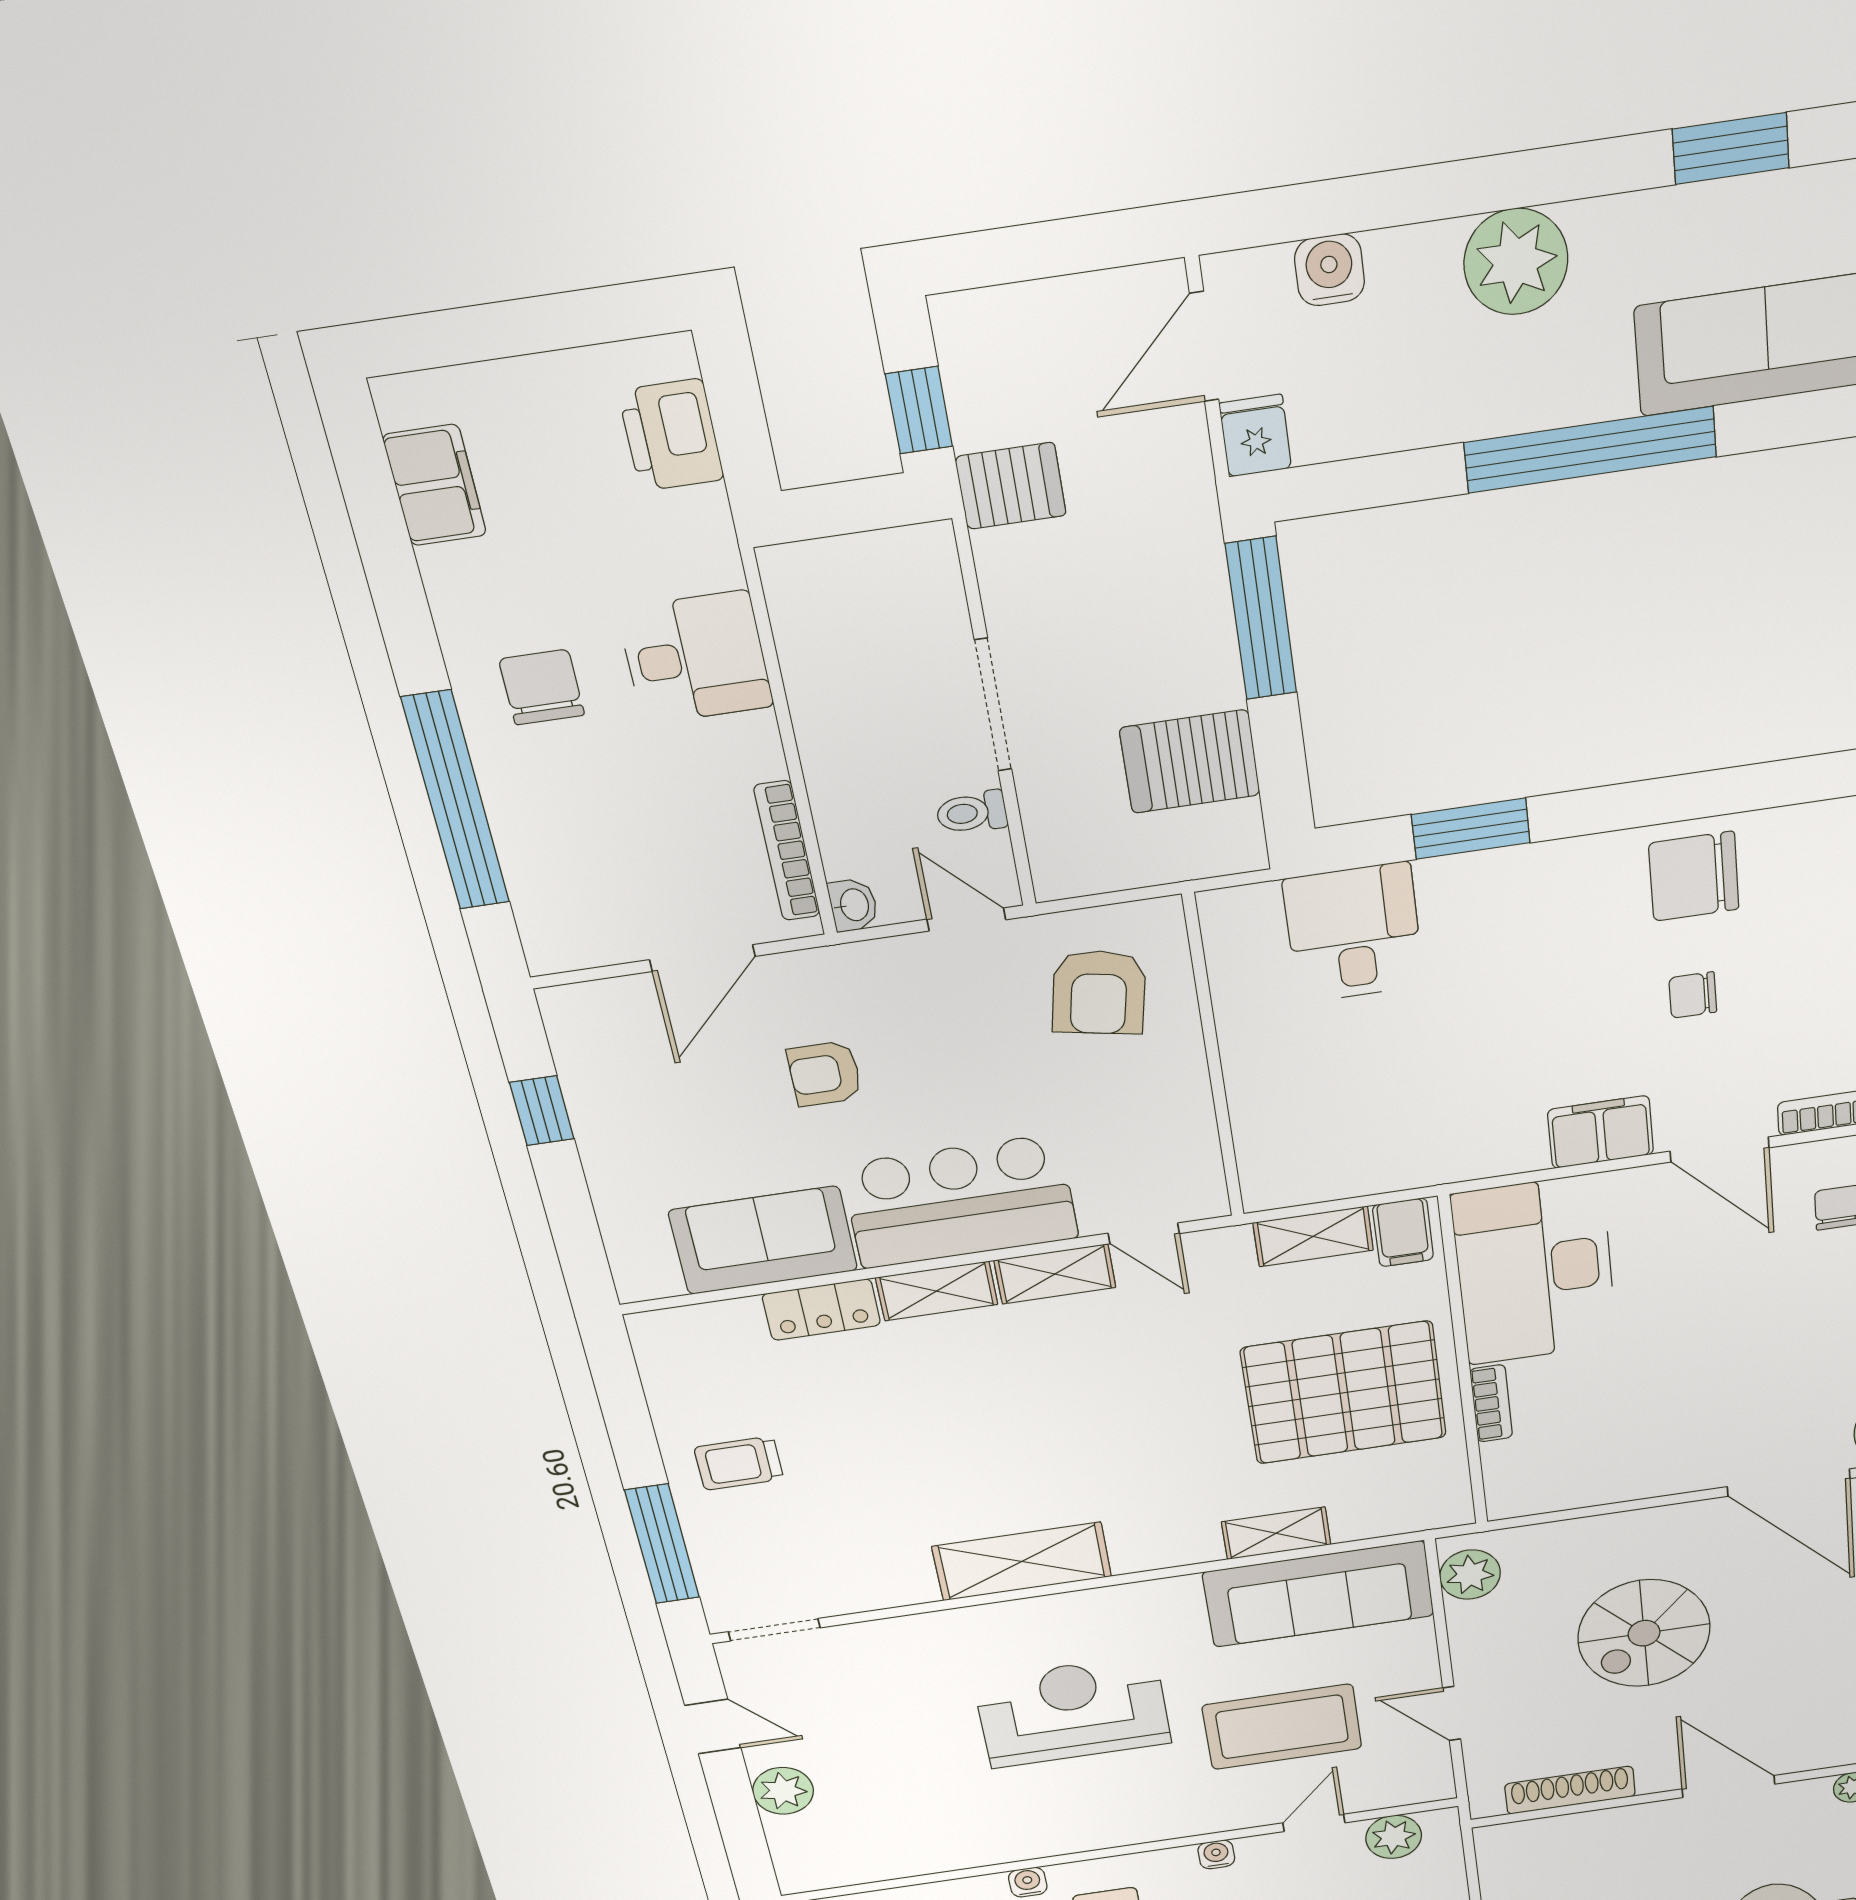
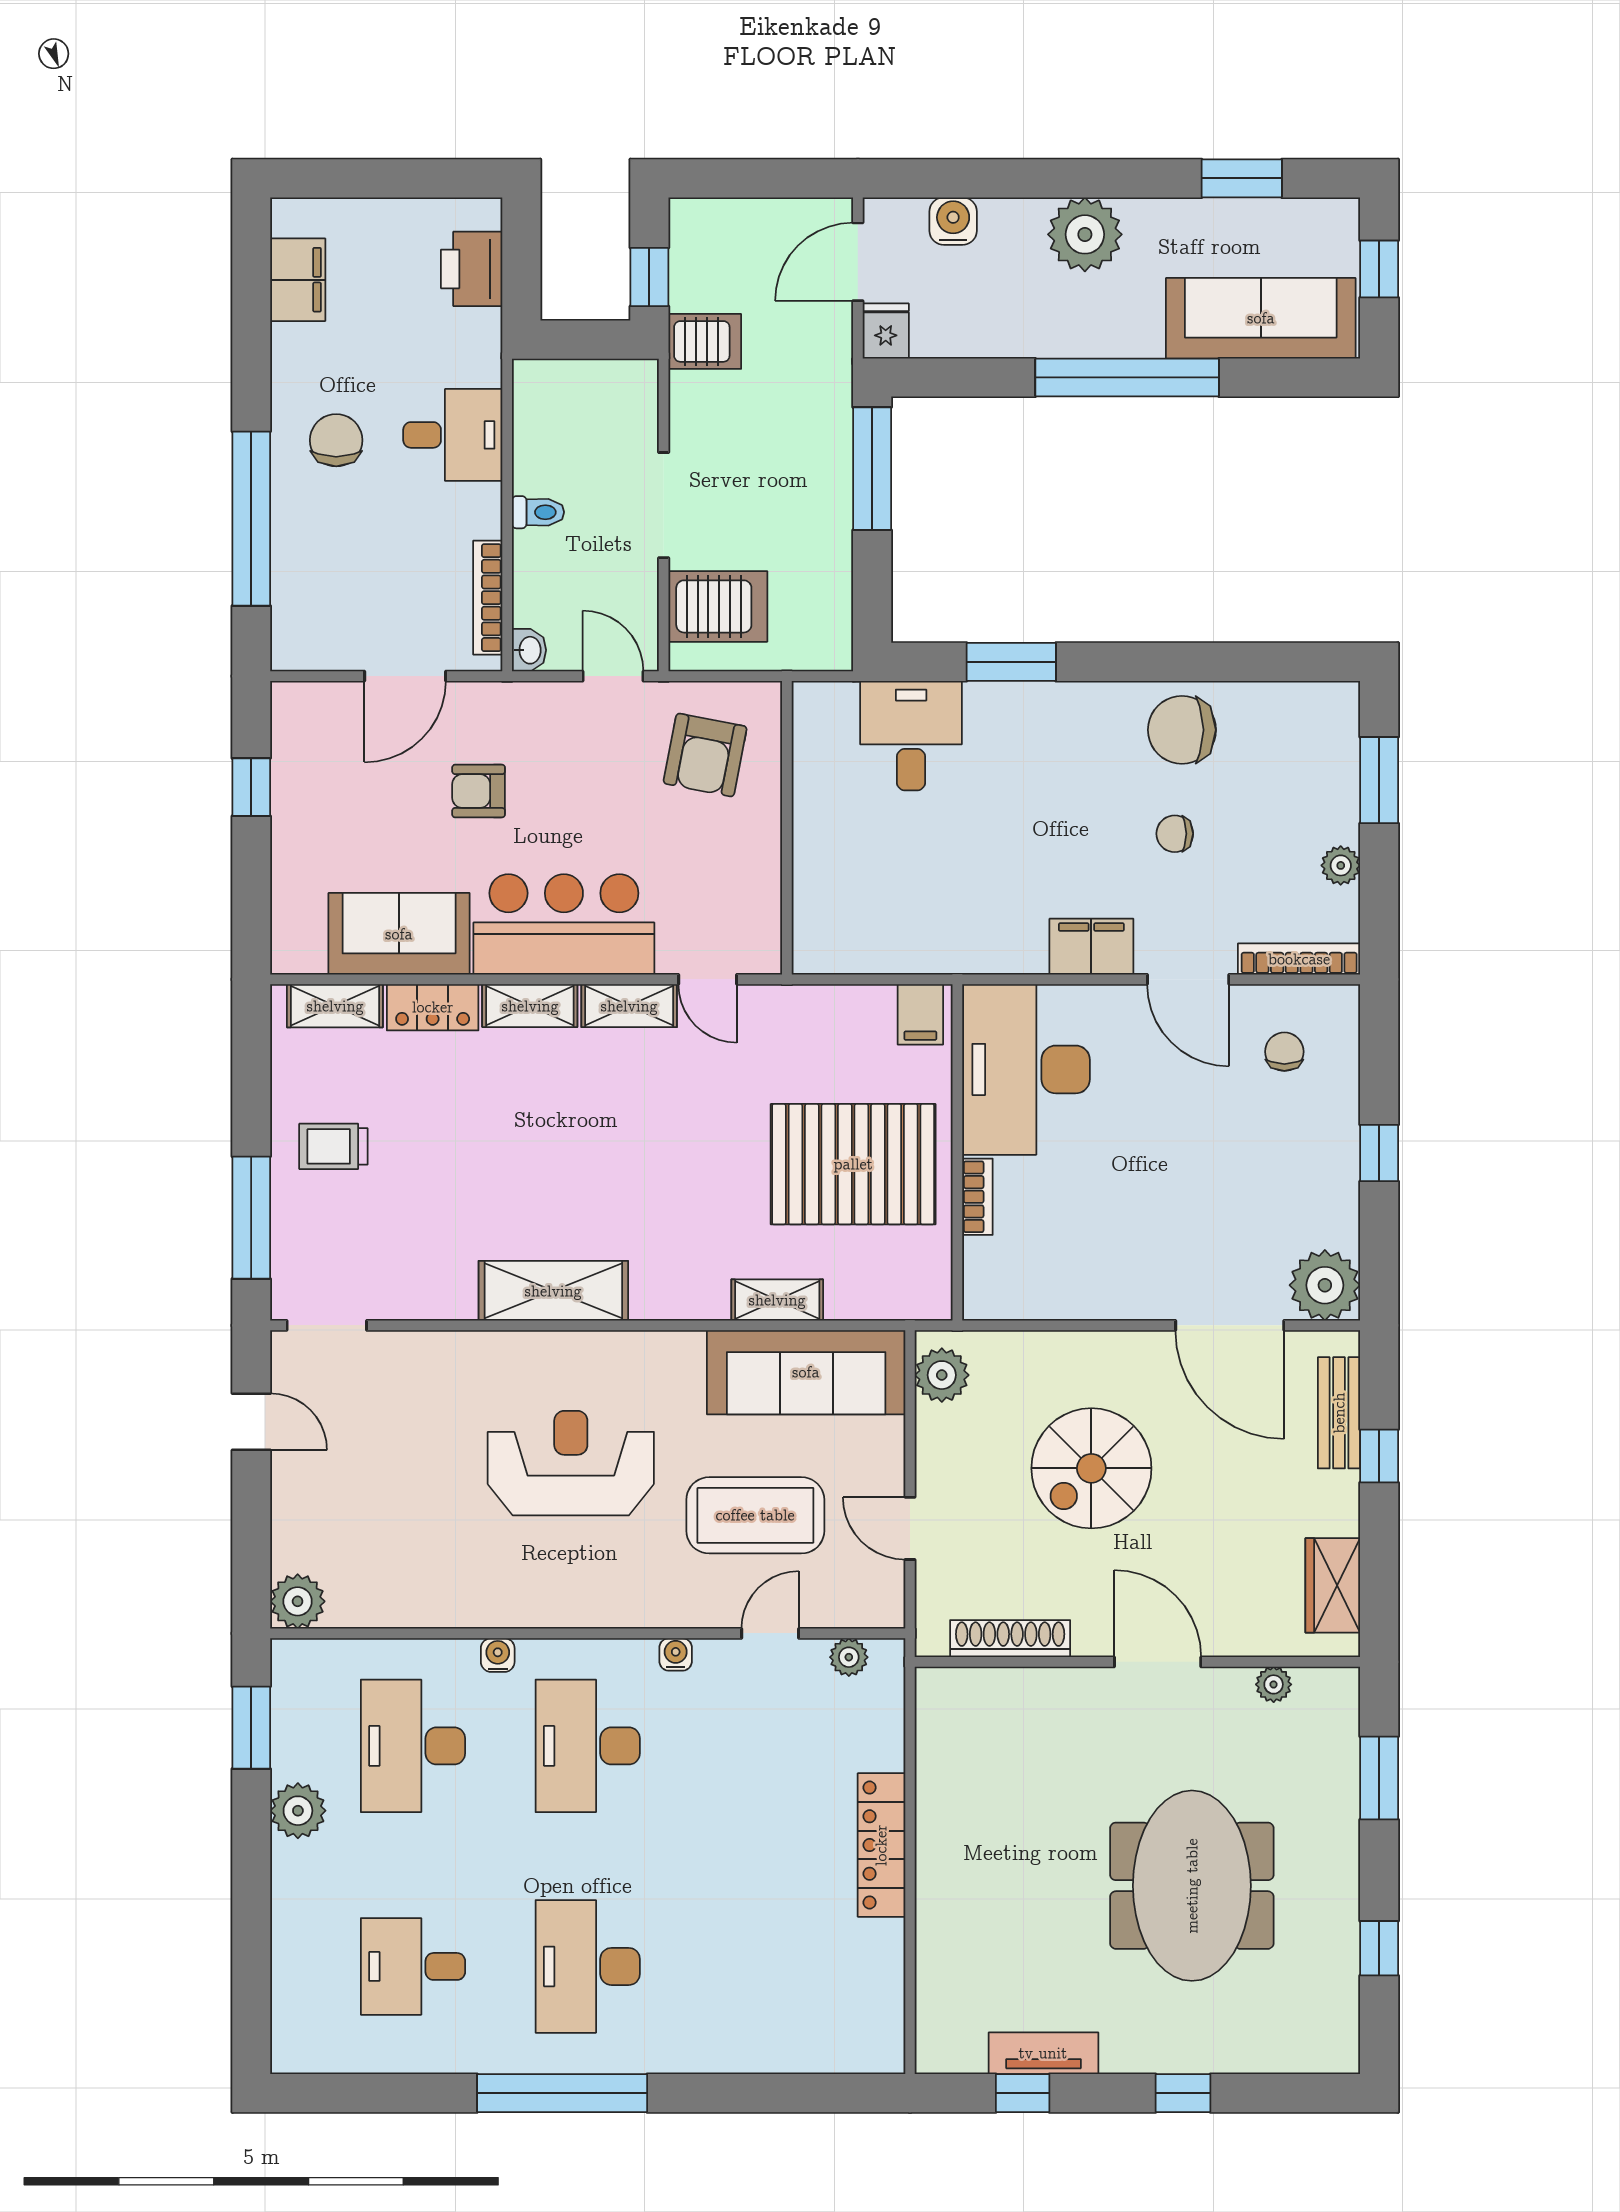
server rack: (1190, 762) -> (718, 606), moved, turned 180
toilet: (972, 812) -> (538, 512), moved, turned 180
shelving: (1313, 1236) -> (335, 1006), moved
plant: (783, 1791) -> (298, 1601), moved
plant: (1394, 1837) -> (849, 1657), width x0.73, depth x0.73

